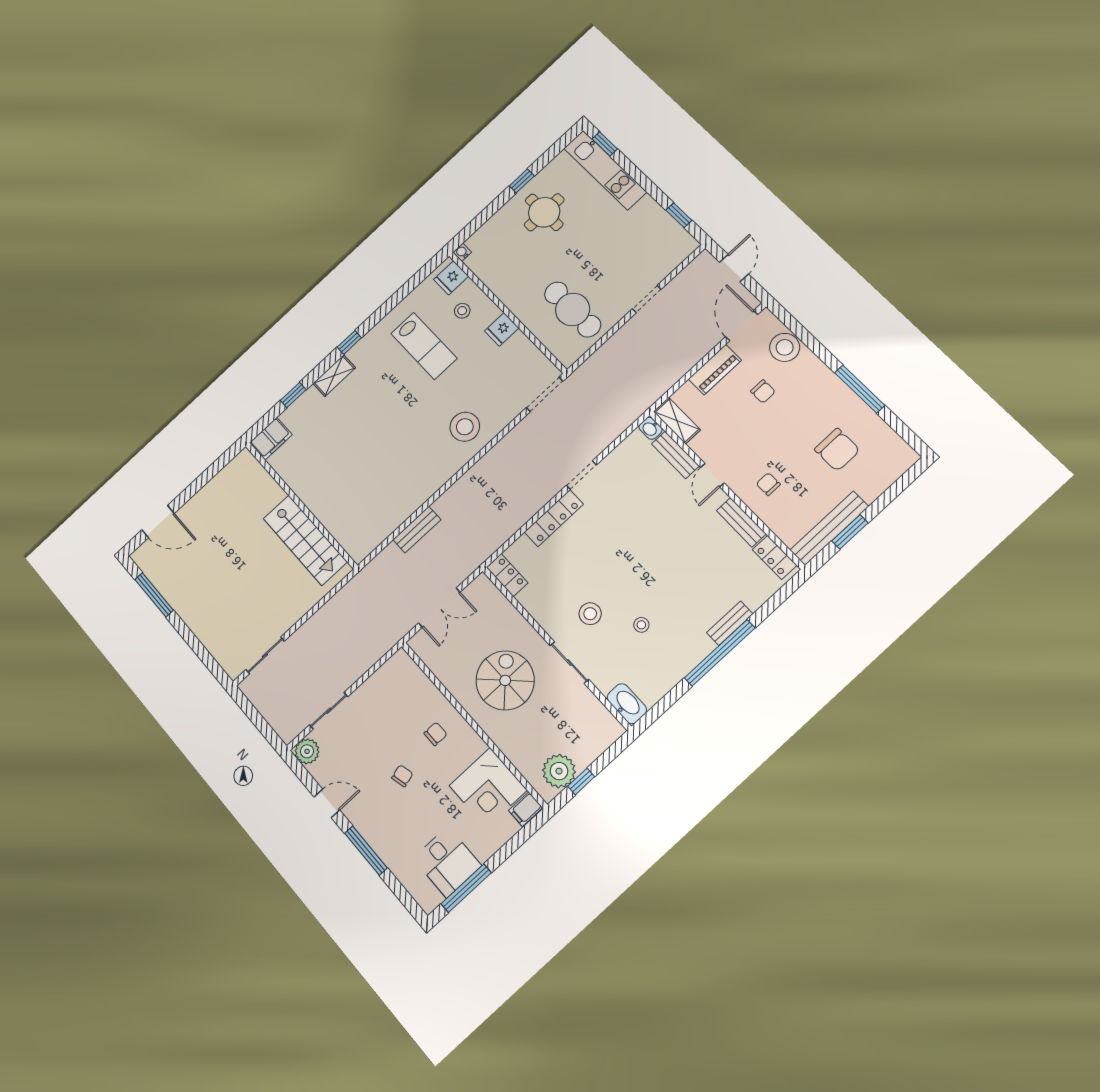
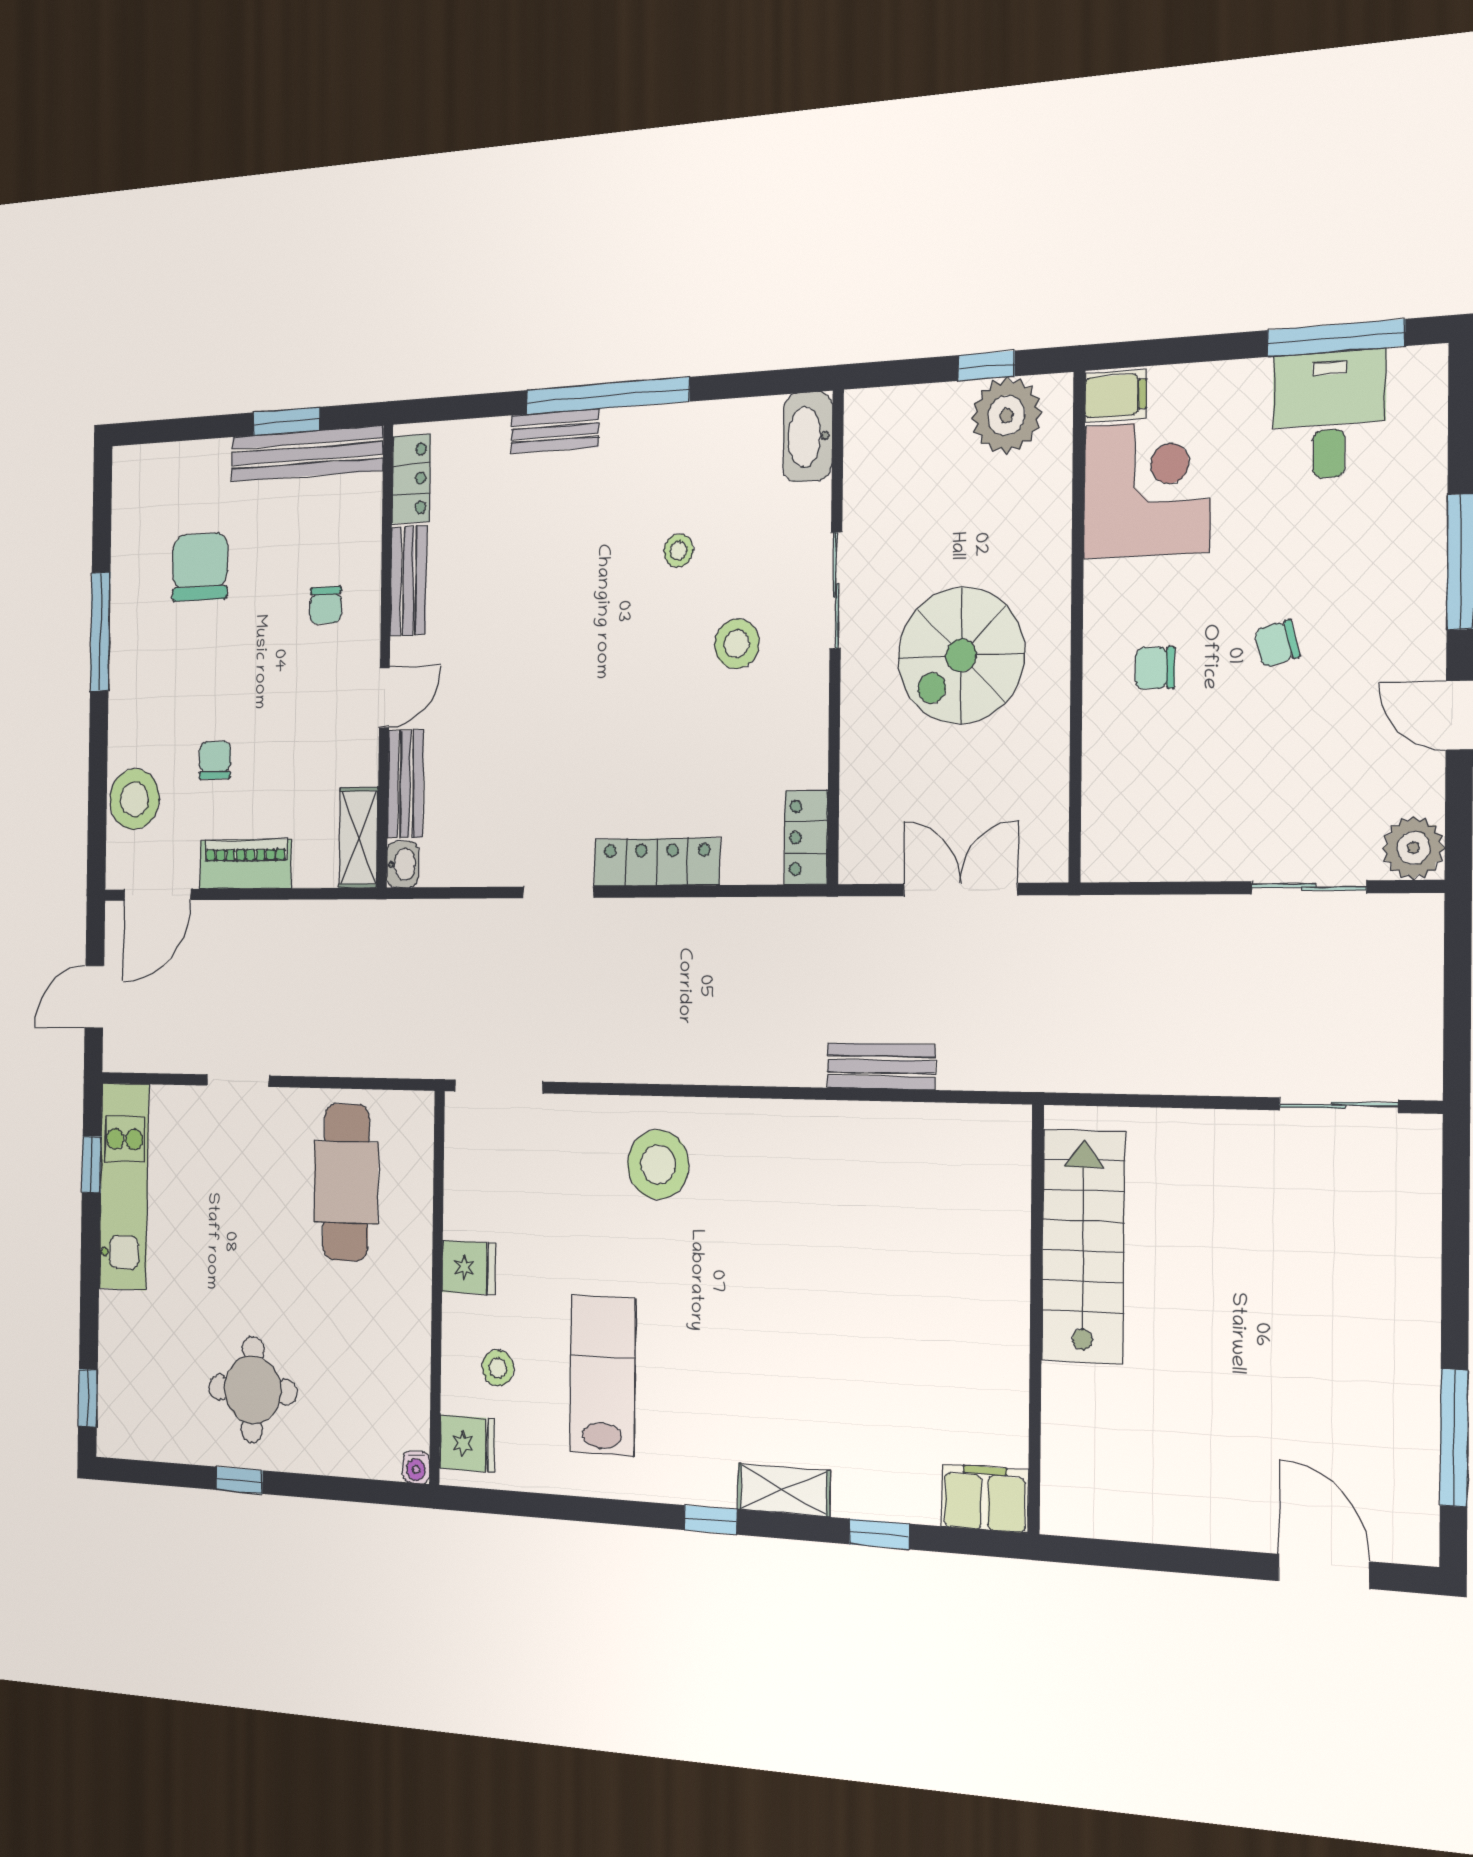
kitchen unit: (605, 170) -> (124, 1186), moved

